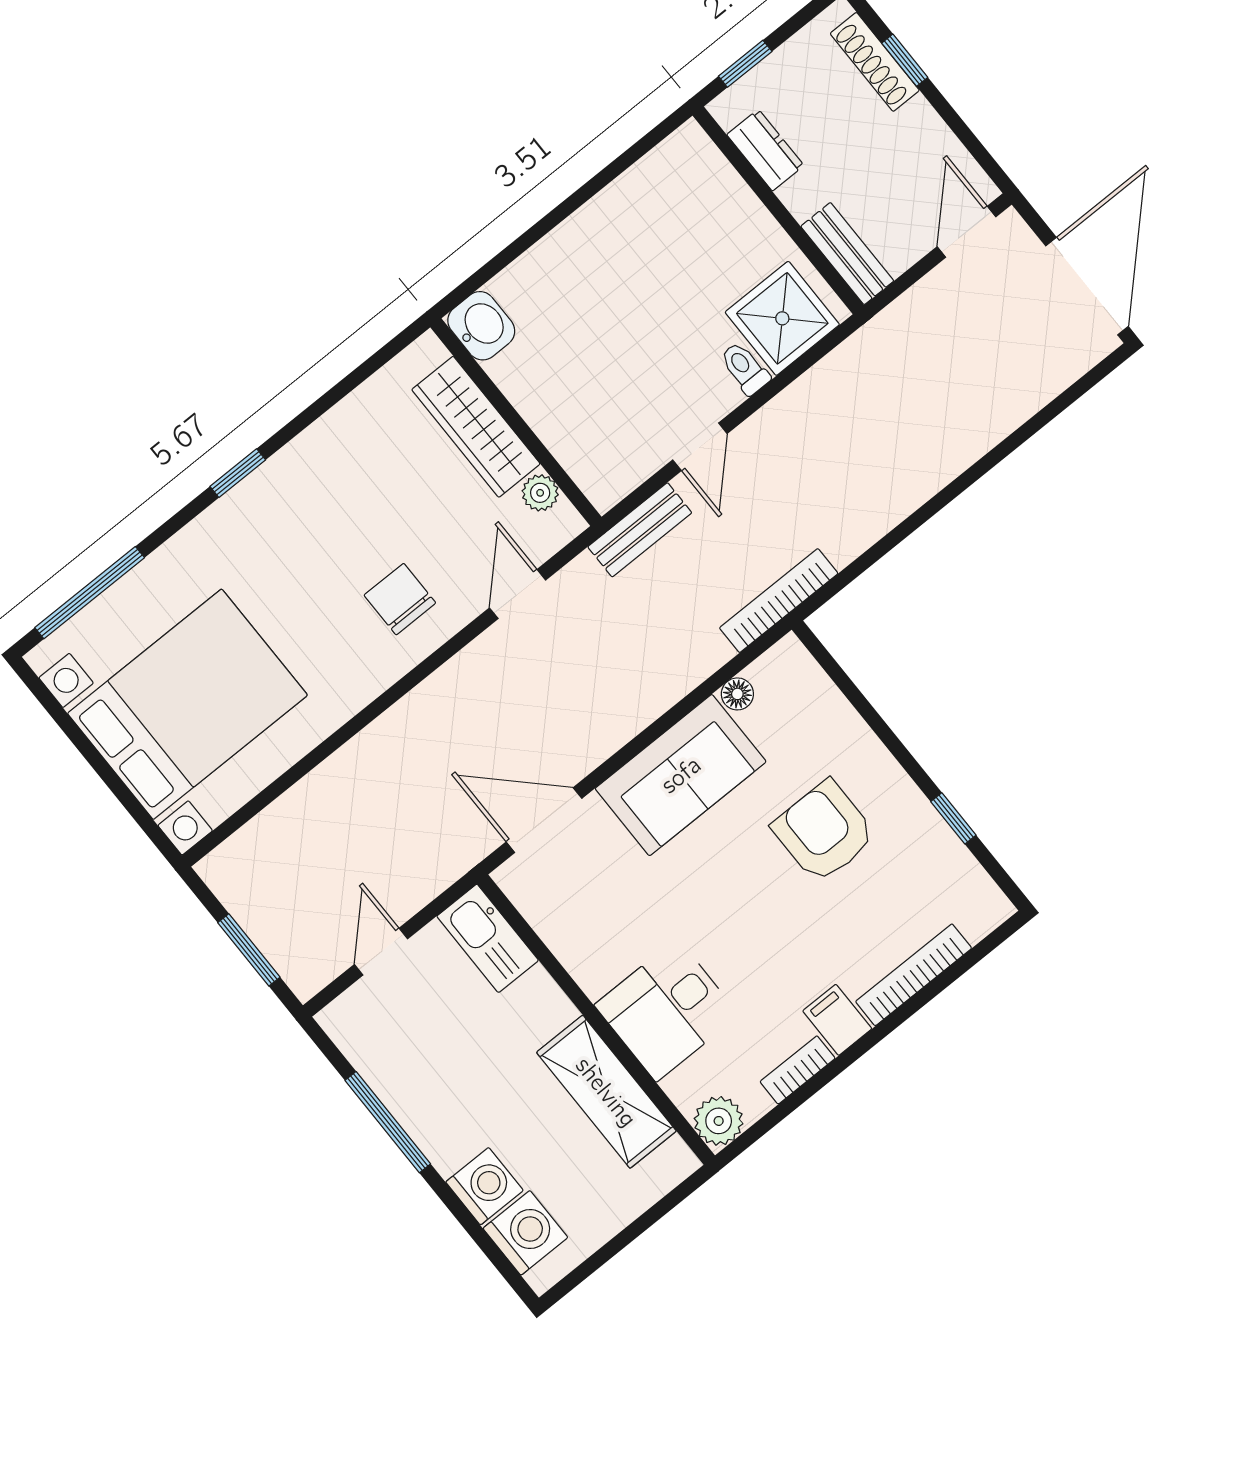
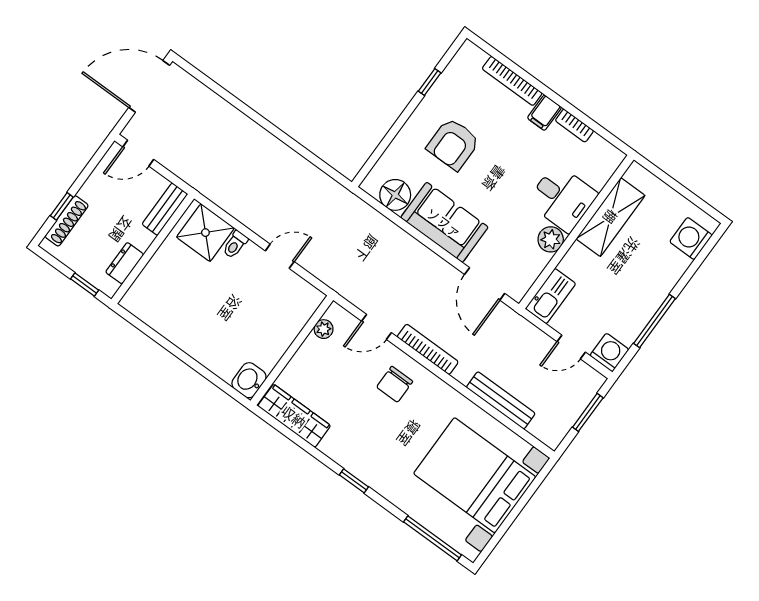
wardrobe: (476, 427) -> (294, 416), moved, turned -90
bench: (640, 530) -> (501, 400), moved, width x1.36
bookcase: (779, 601) -> (428, 349), moved, turned 180
floor lamp: (737, 694) -> (395, 195), width x1.89, depth x1.89
plant: (719, 1121) -> (551, 239), moved
washing machine: (484, 1186) -> (609, 353), moved, turned 90

